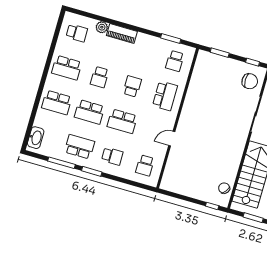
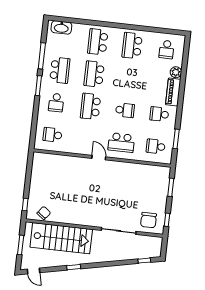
school desk: (99, 77) -> (159, 114), moved
door: (172, 139) -> (99, 158), moved

